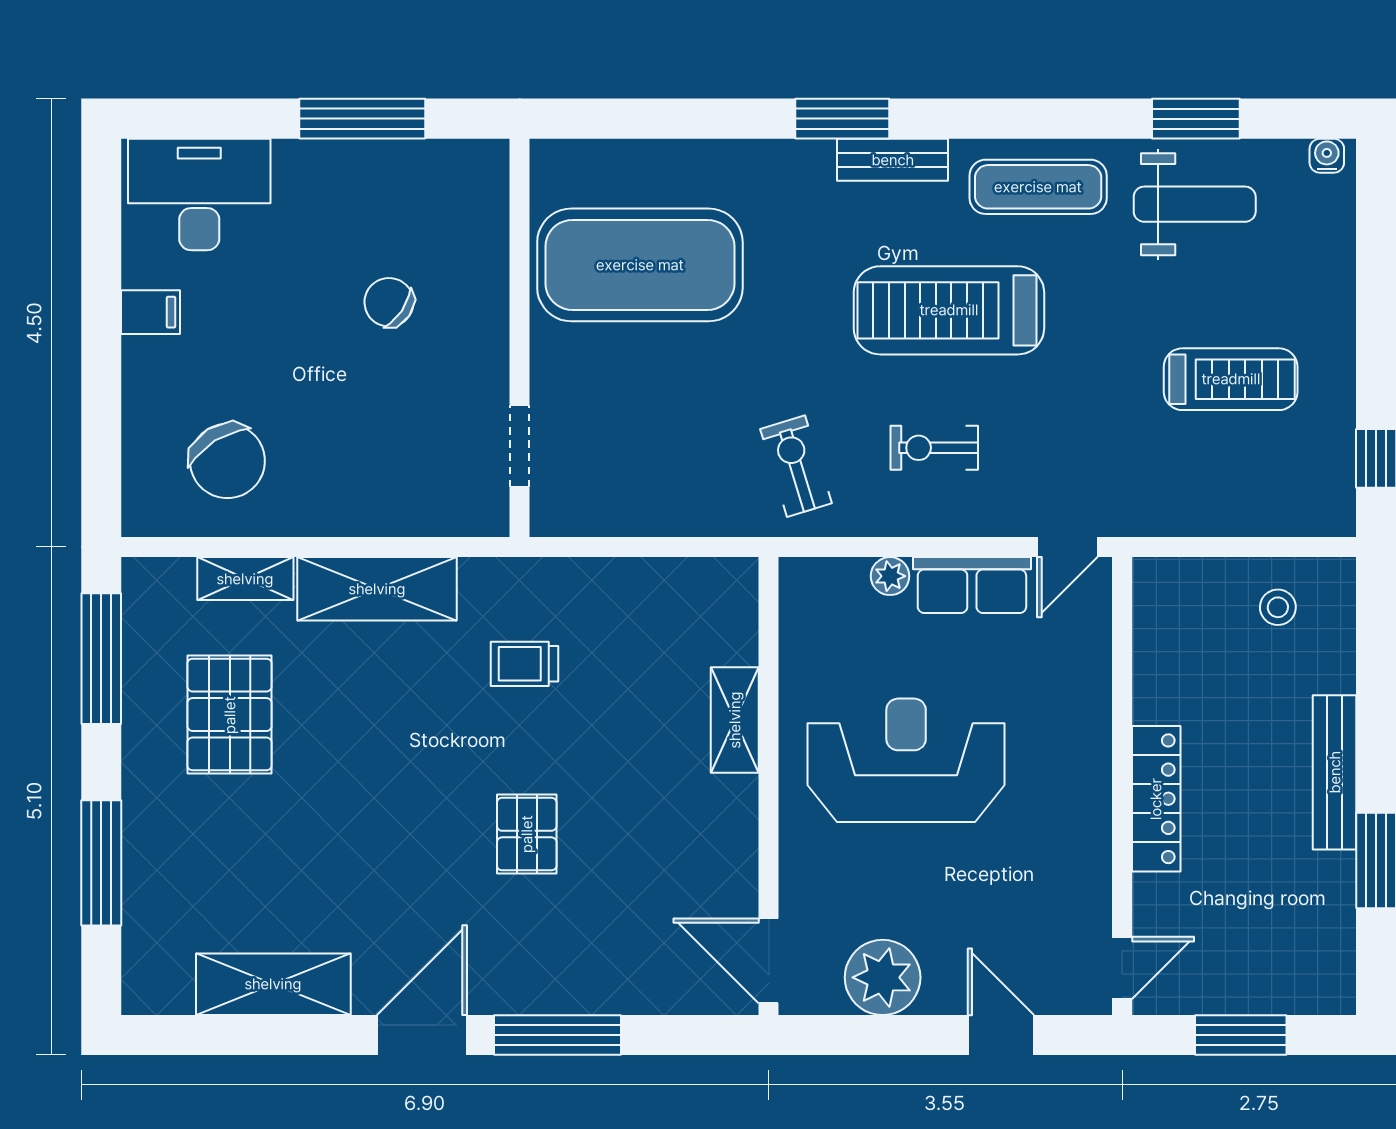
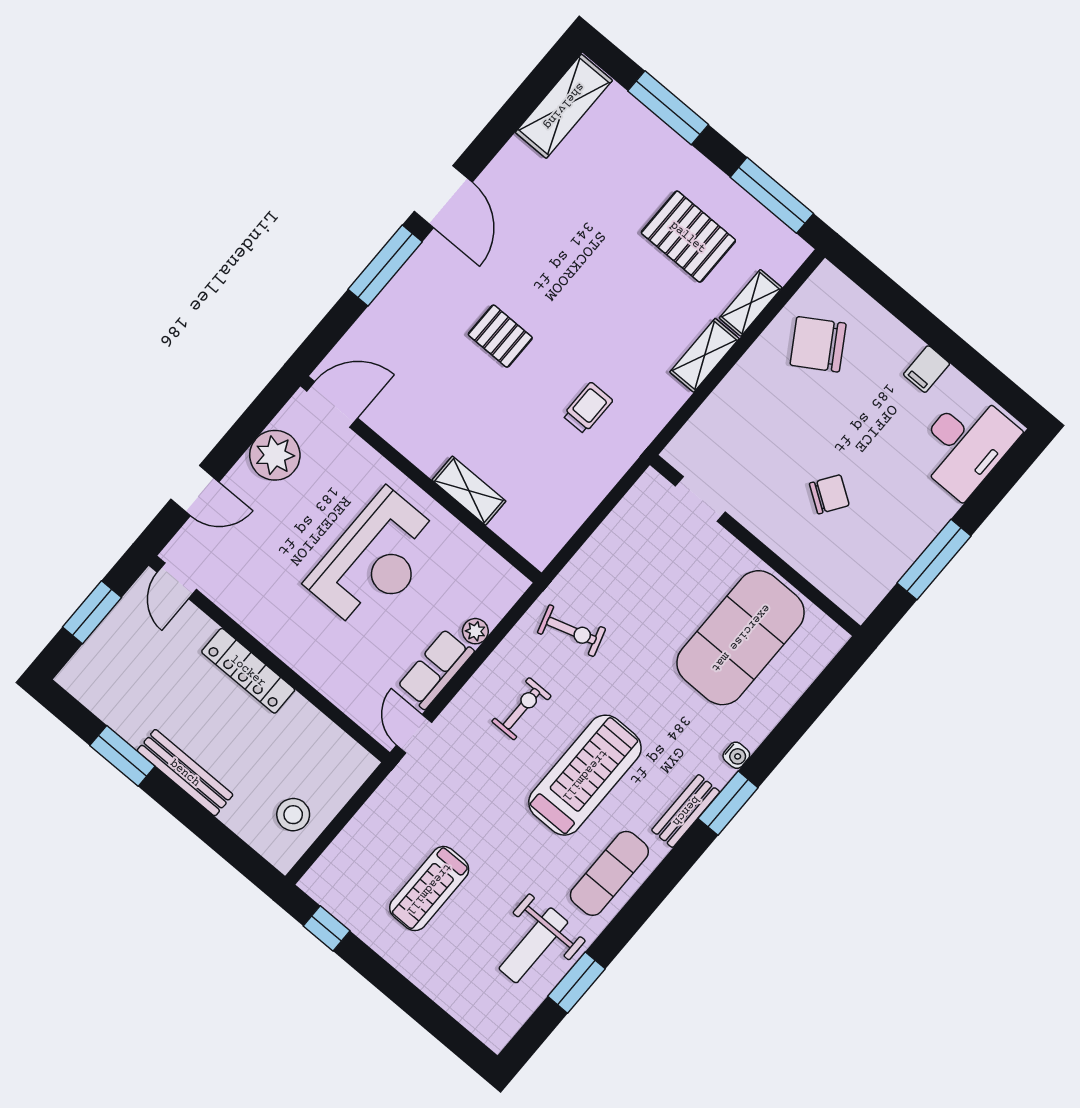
water cooler: (1327, 156) -> (736, 755), moved
shelving: (377, 589) -> (704, 355), width x0.67, depth x0.75
stool: (1278, 607) -> (293, 815), width x1.37, depth x1.37
shelving: (273, 984) -> (564, 106), moved

